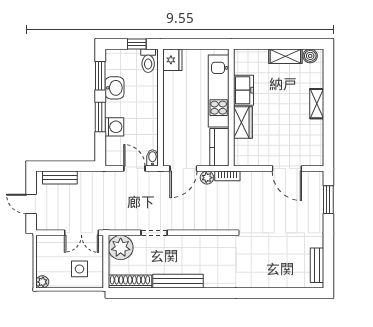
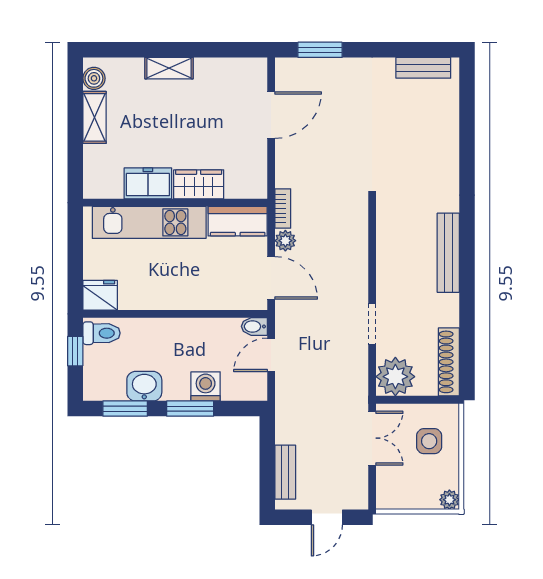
bench: (178, 281) -> (448, 253), moved

